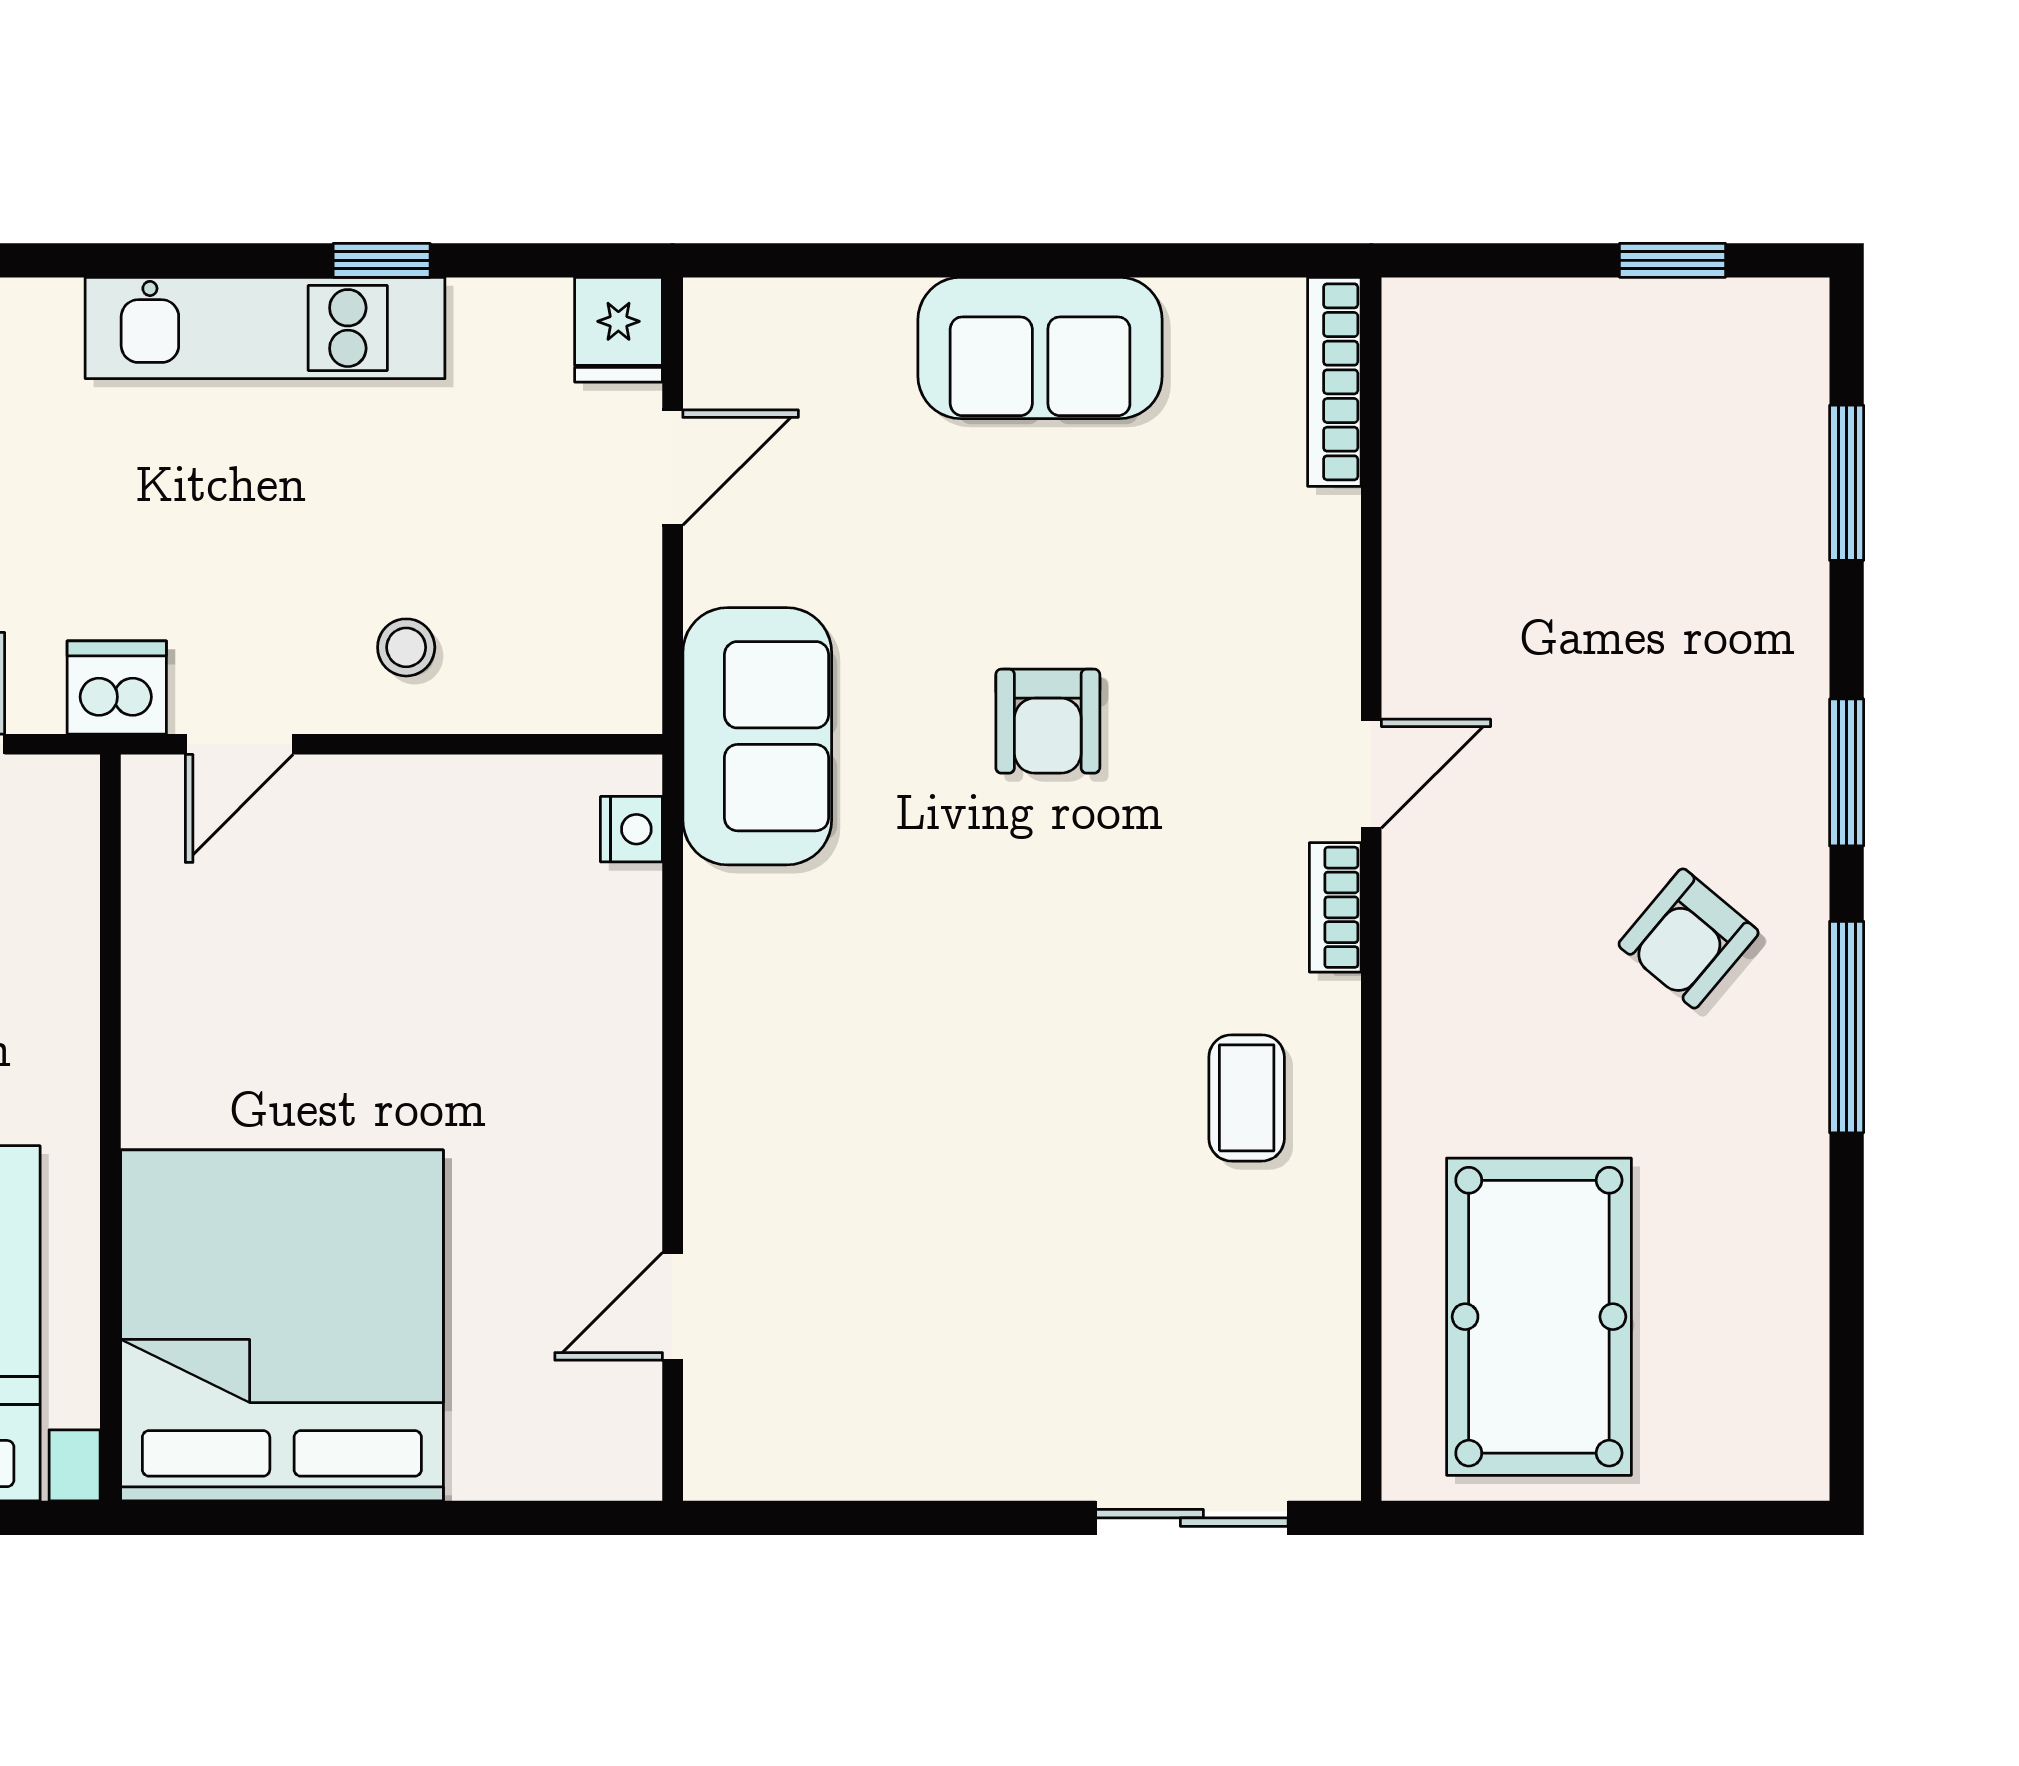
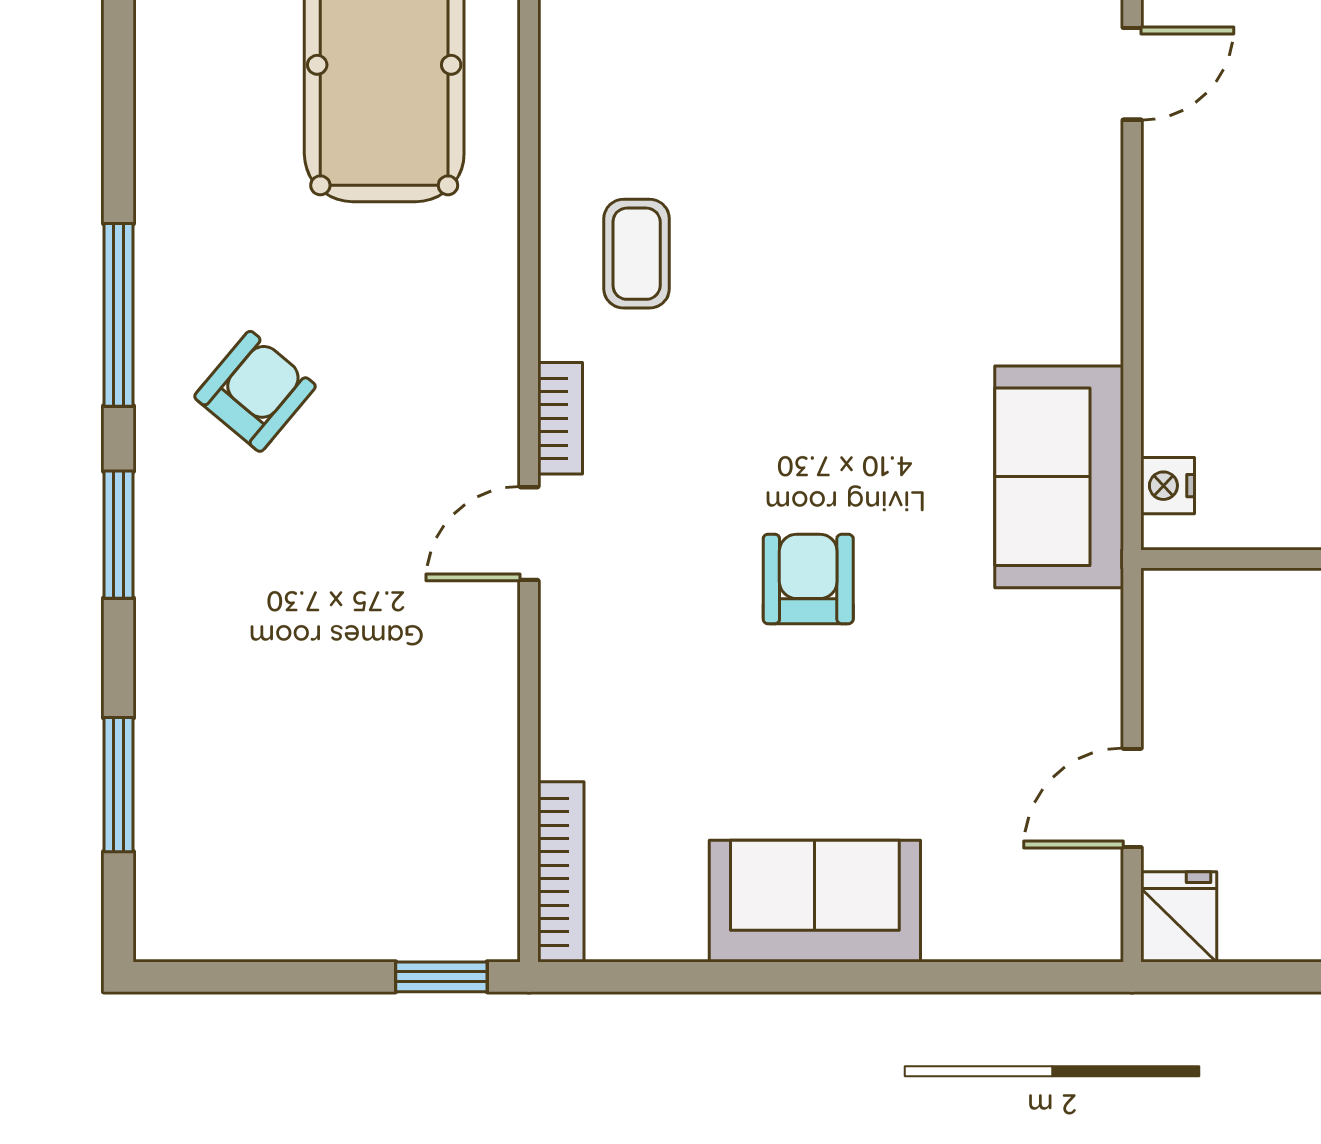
window: (1673, 260) -> (441, 977), moved
sofa: (757, 736) -> (1059, 477), moved

